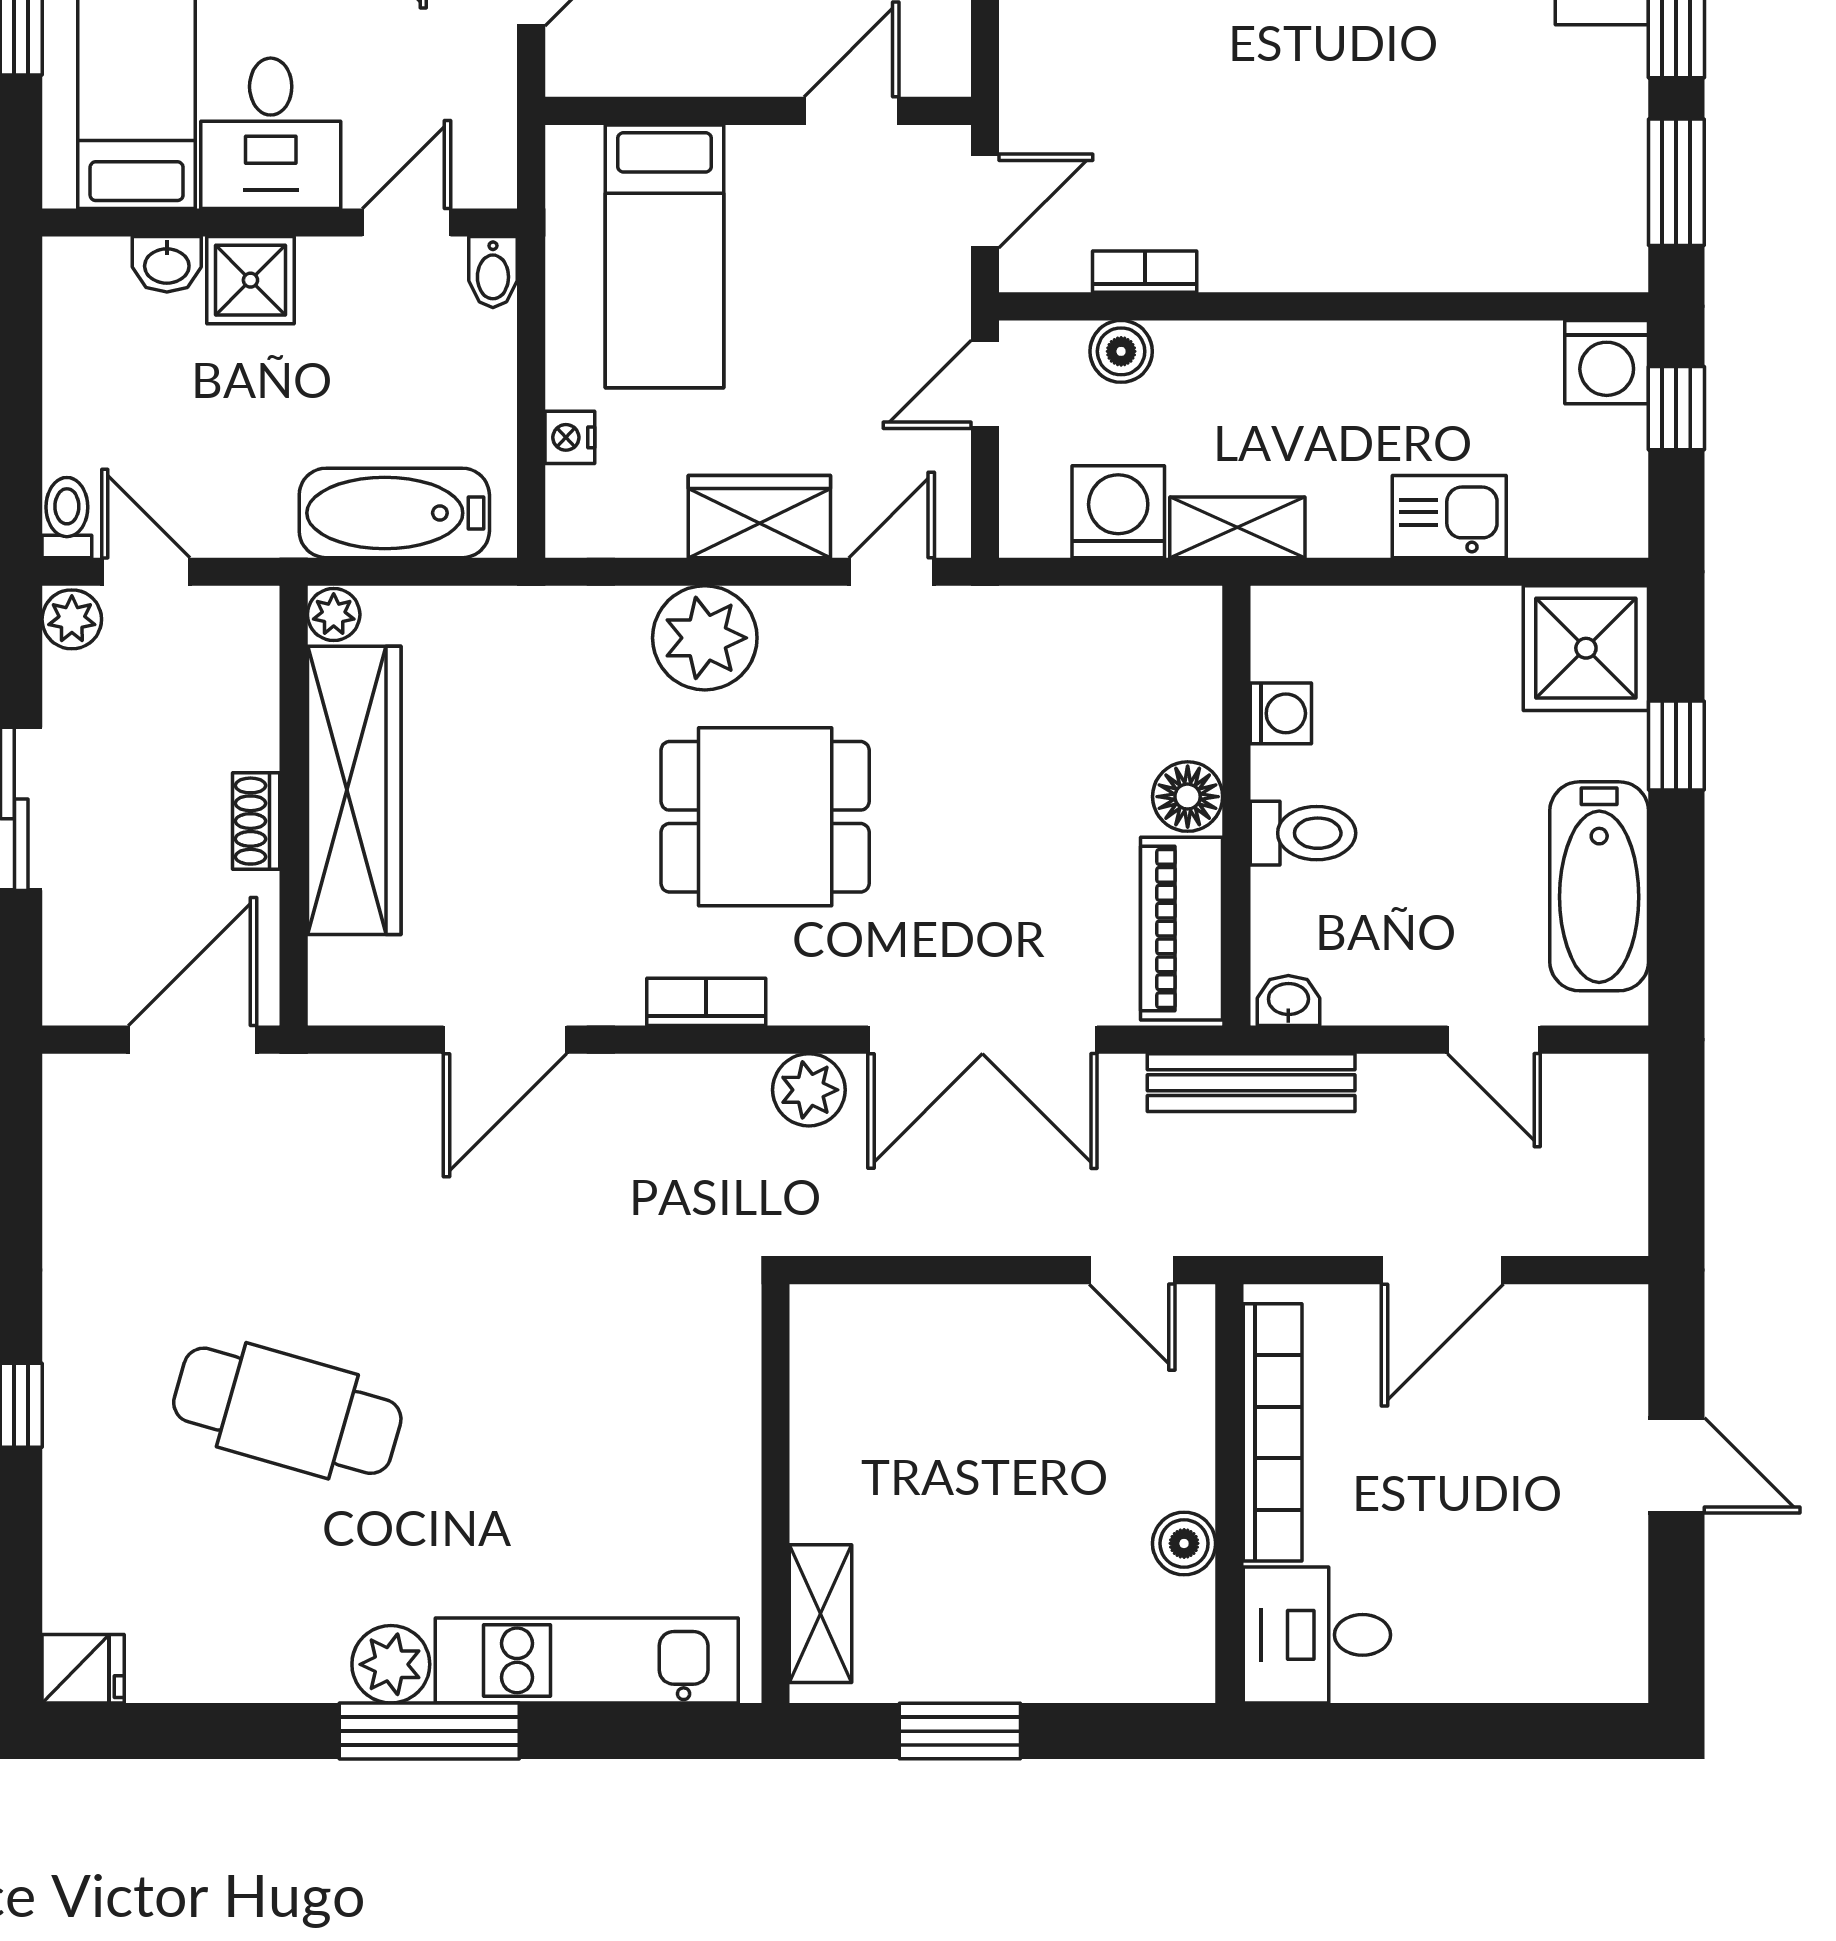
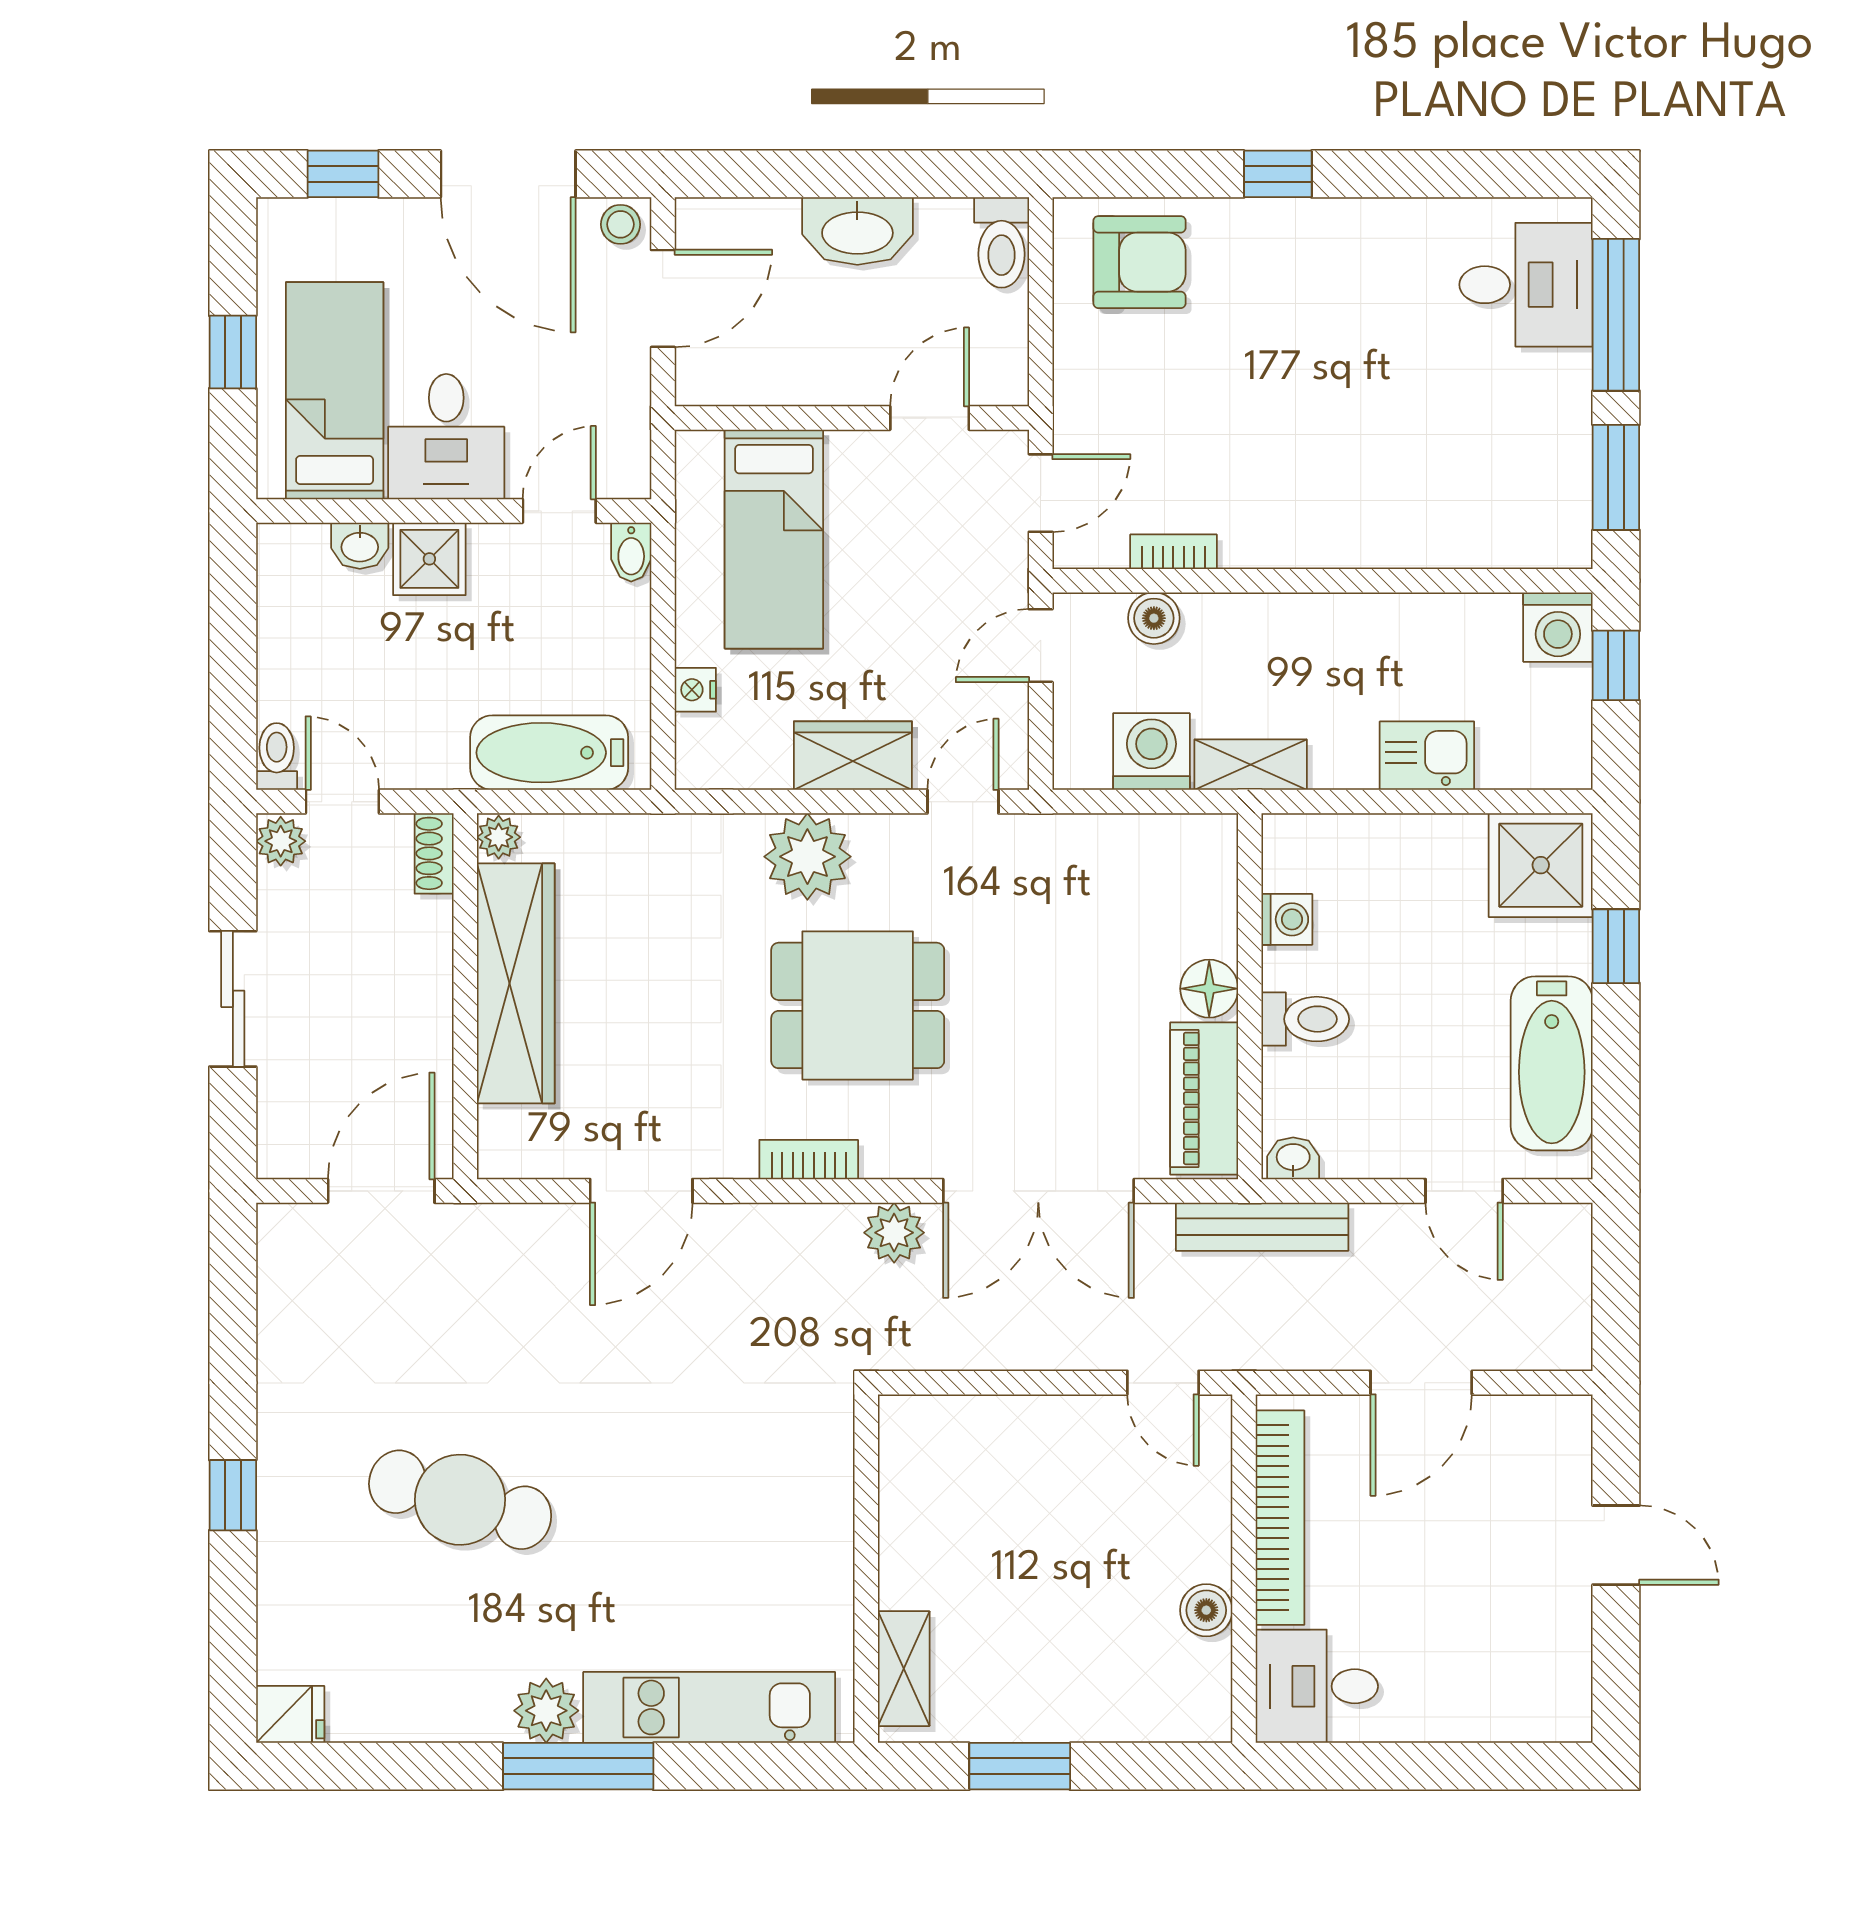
shoe rack: (256, 821) -> (434, 853), moved

